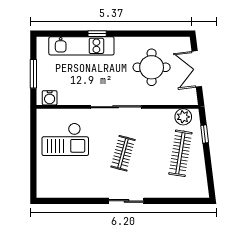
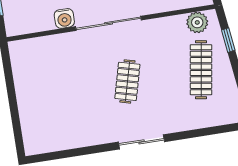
water cooler: (50, 98) -> (64, 18), moved
checkout: (65, 139) -> (50, 75), removed

